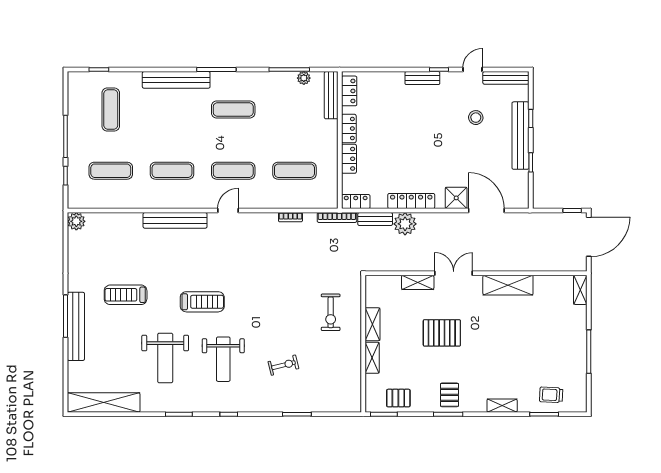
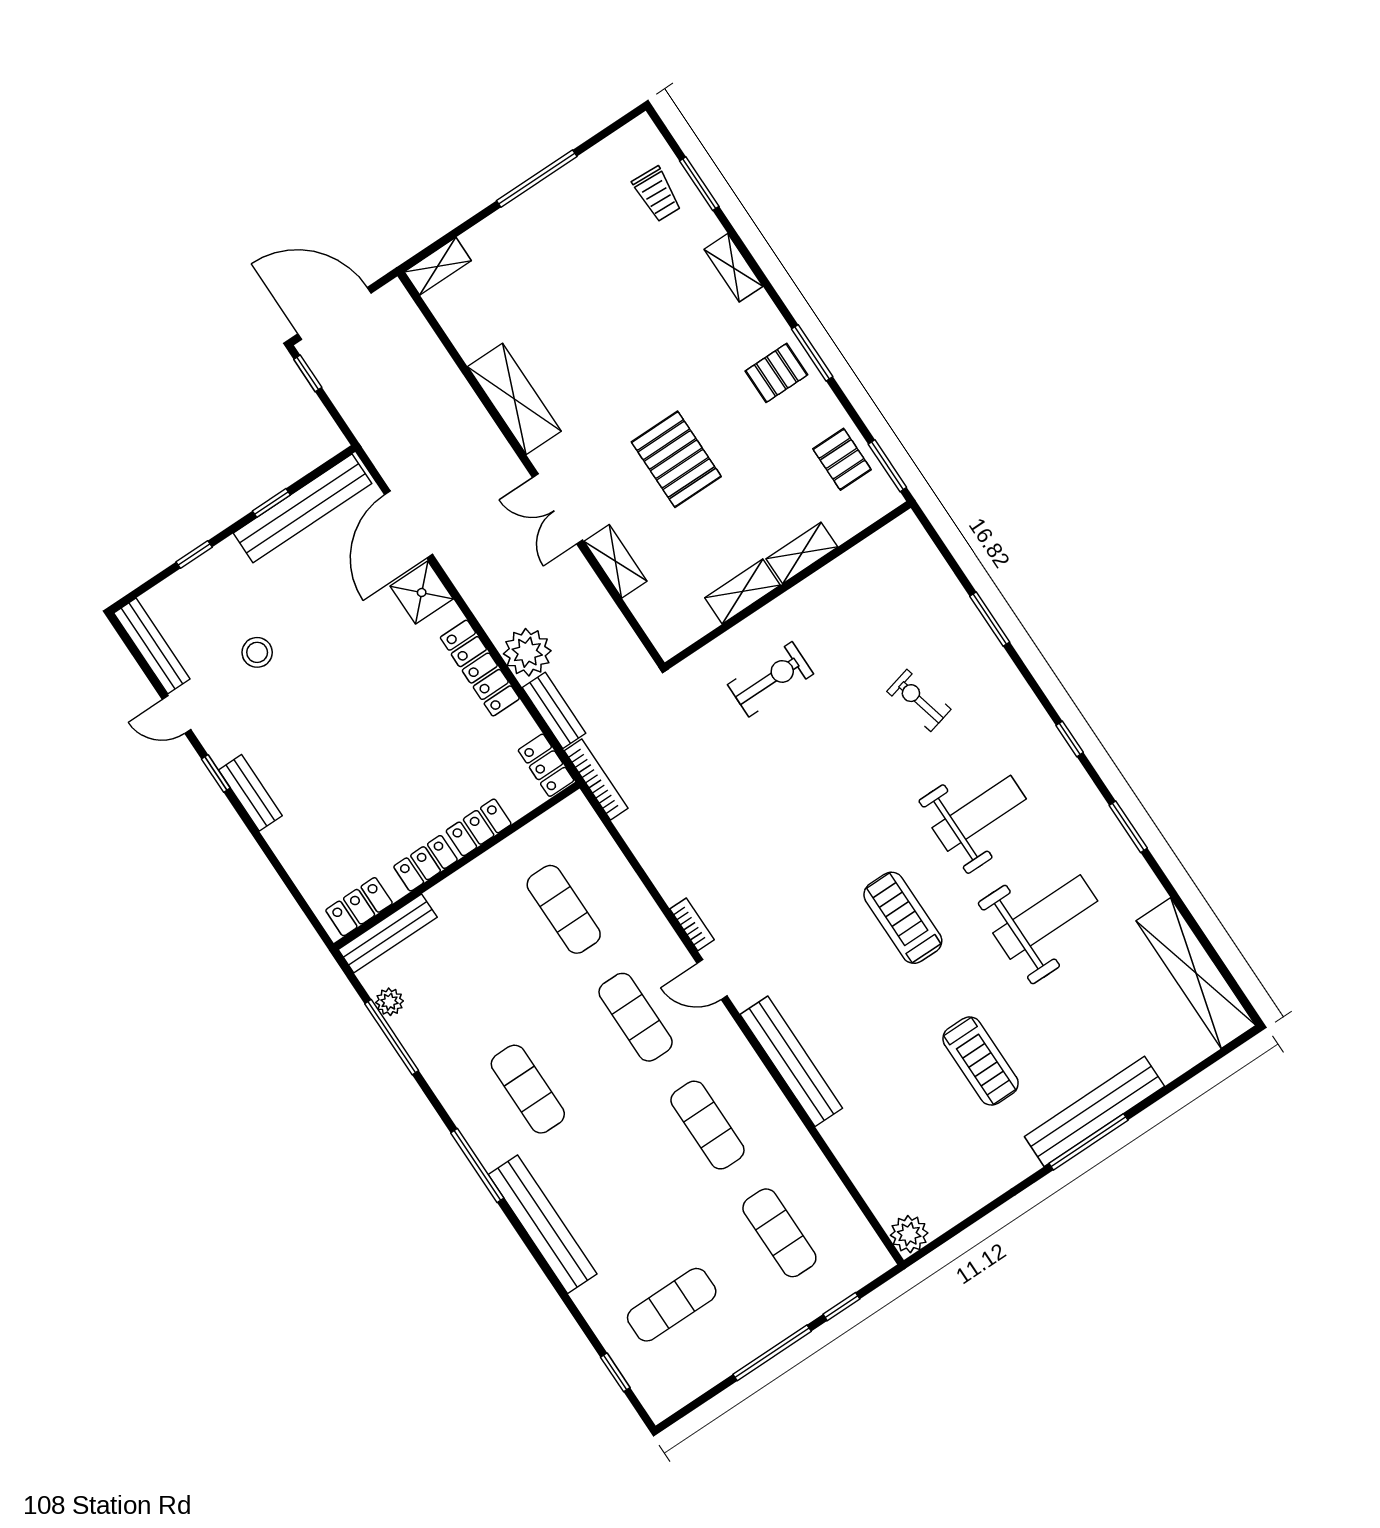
bench: (520, 136) -> (303, 508), moved
bookcase: (290, 217) -> (692, 924), moved

